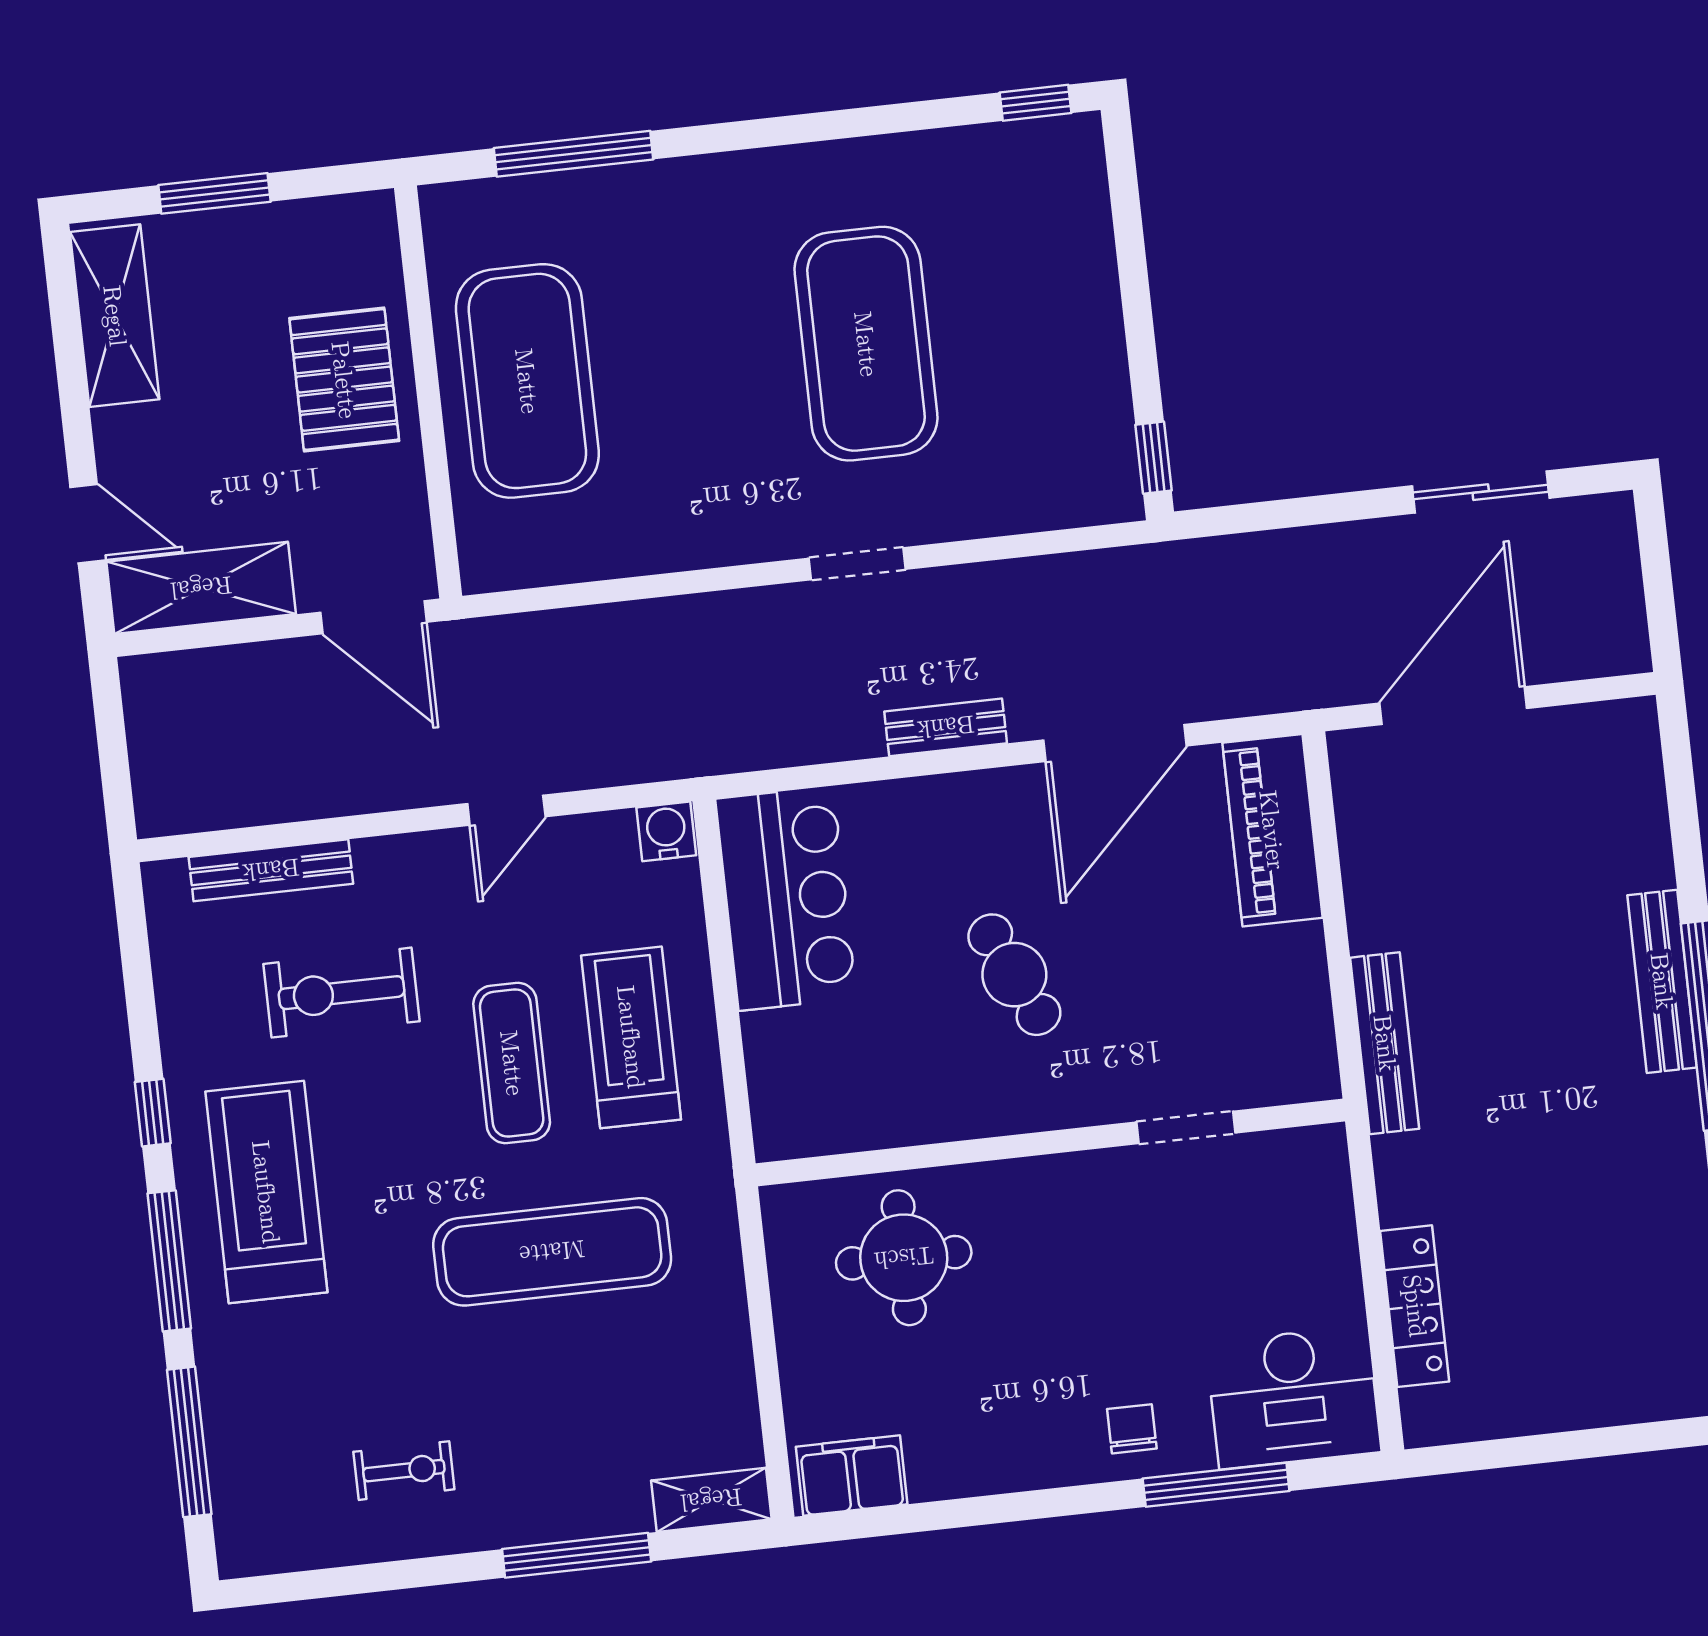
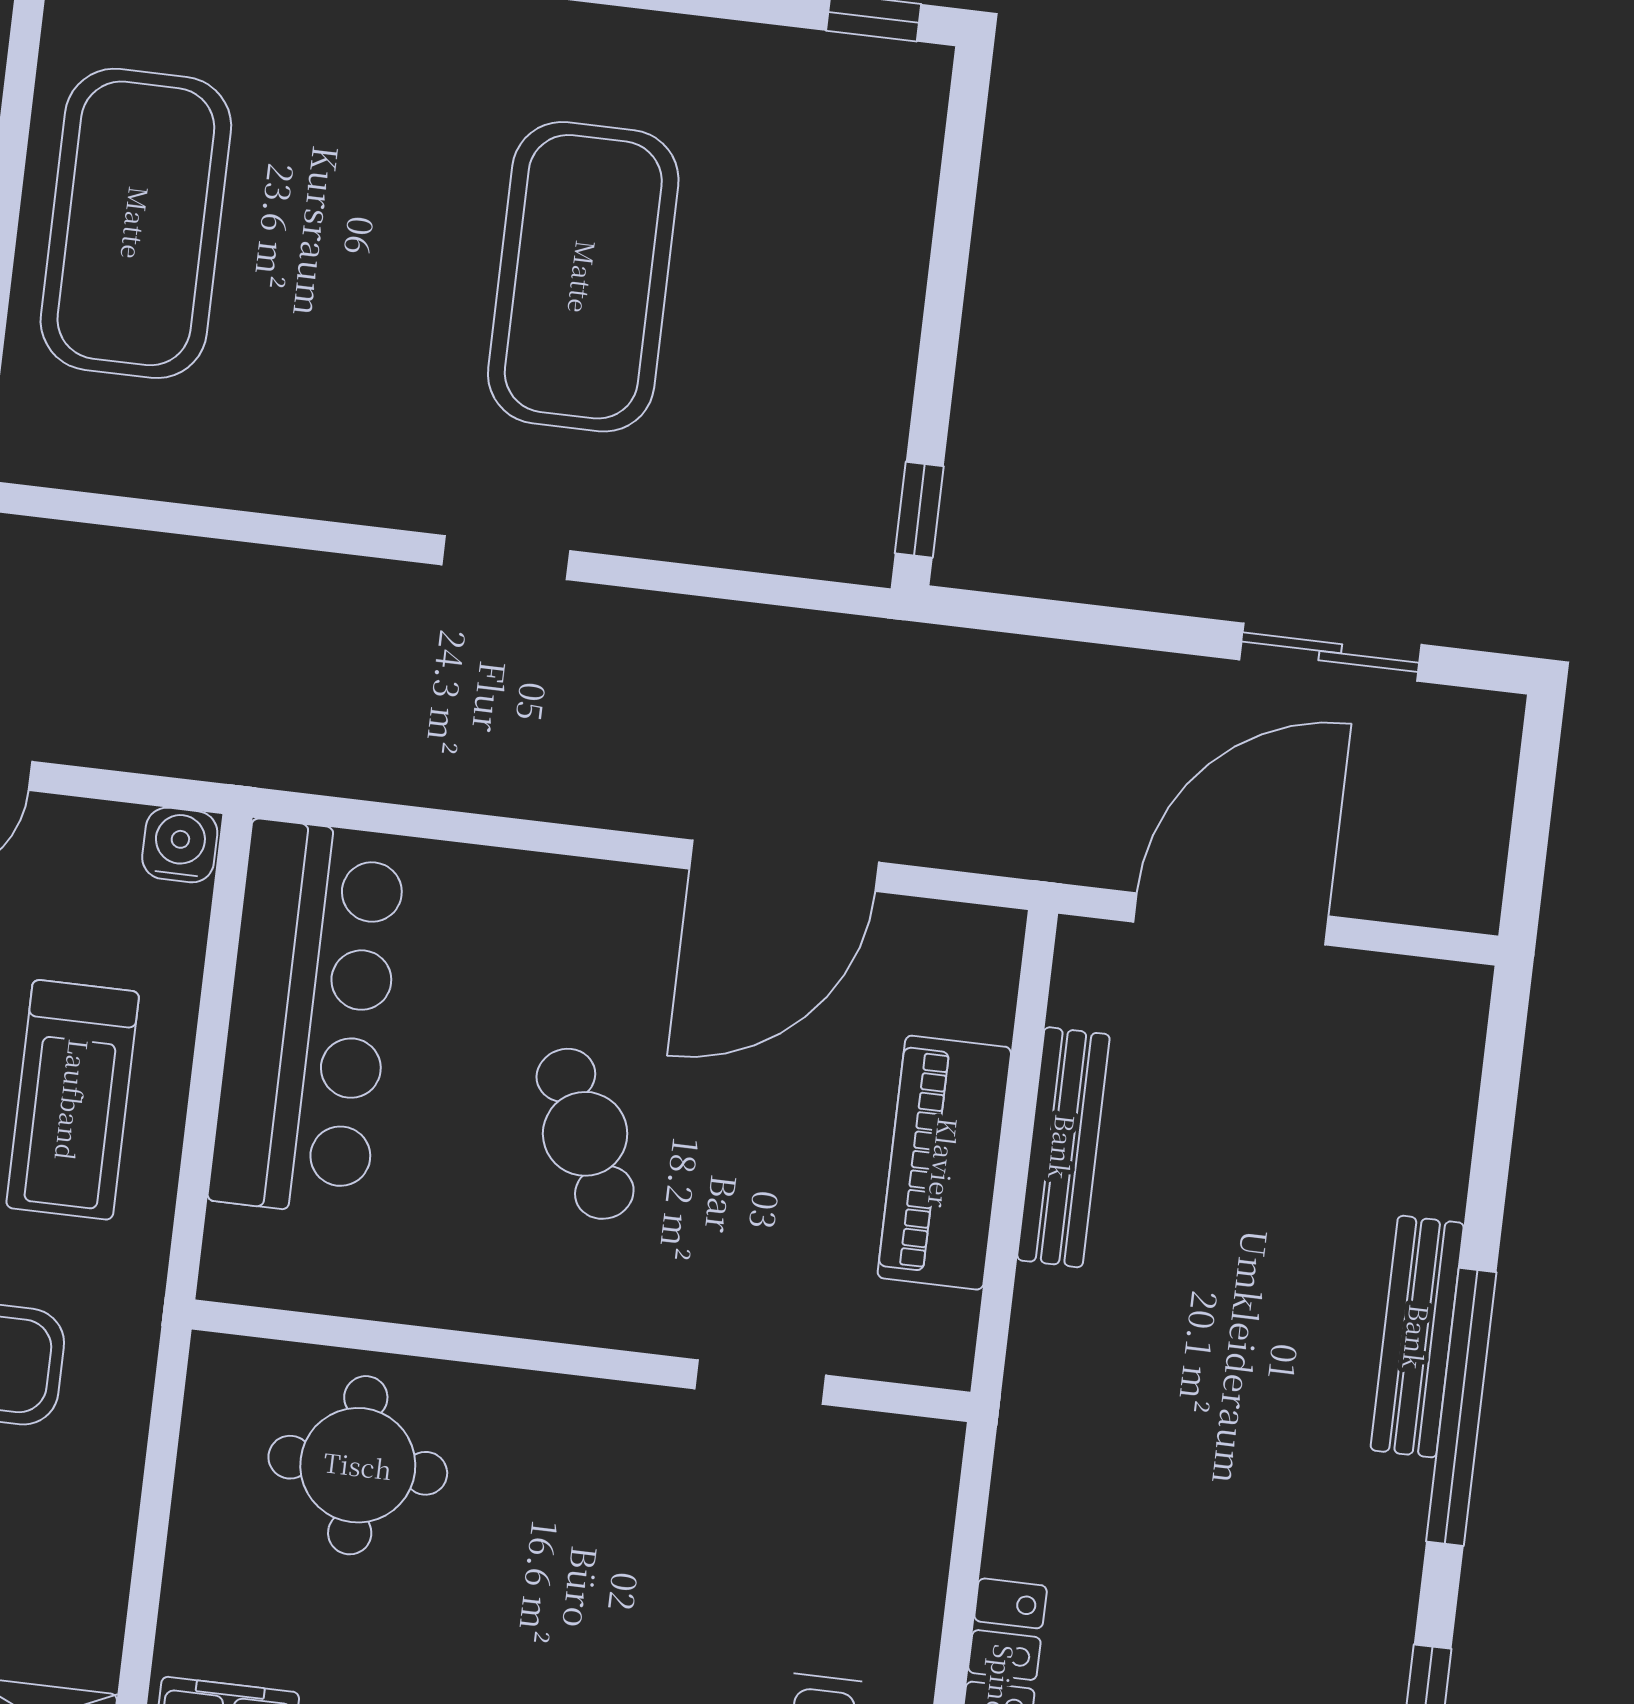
bench: (946, 727) -> (571, 795), removed
piano: (1272, 830) -> (944, 1163), moved
bar counter: (786, 898) -> (308, 1018), width x1.36
treadmill: (631, 1037) -> (73, 1100), turned 180
bench: (1385, 1043) -> (1063, 1147), moved

